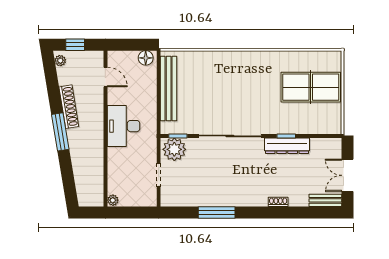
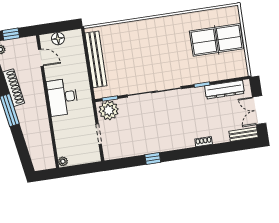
floor lamp: (146, 58) -> (58, 39), moved
dresser: (287, 146) -> (224, 90), moved
window: (217, 213) -> (153, 159), width x0.46

